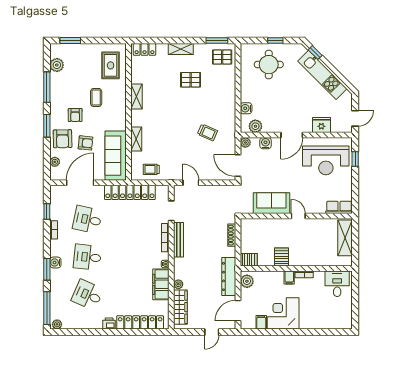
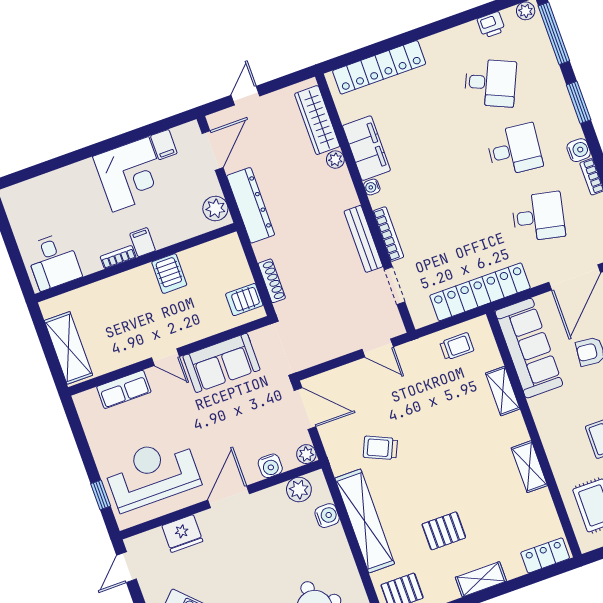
shelving: (228, 99) -> (365, 521), added
row of seats: (339, 207) -> (124, 389), moved
server rack: (249, 260) -> (244, 300), moved
water cooler: (55, 262) -> (579, 150), moved
printer: (109, 324) -> (491, 25), moved

